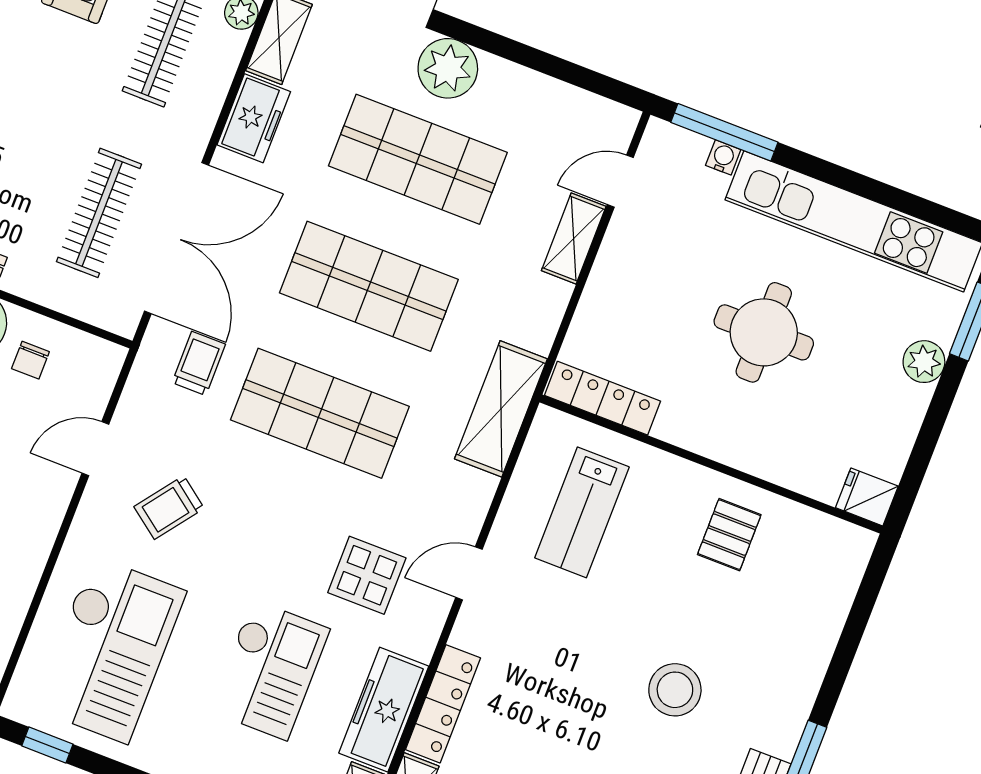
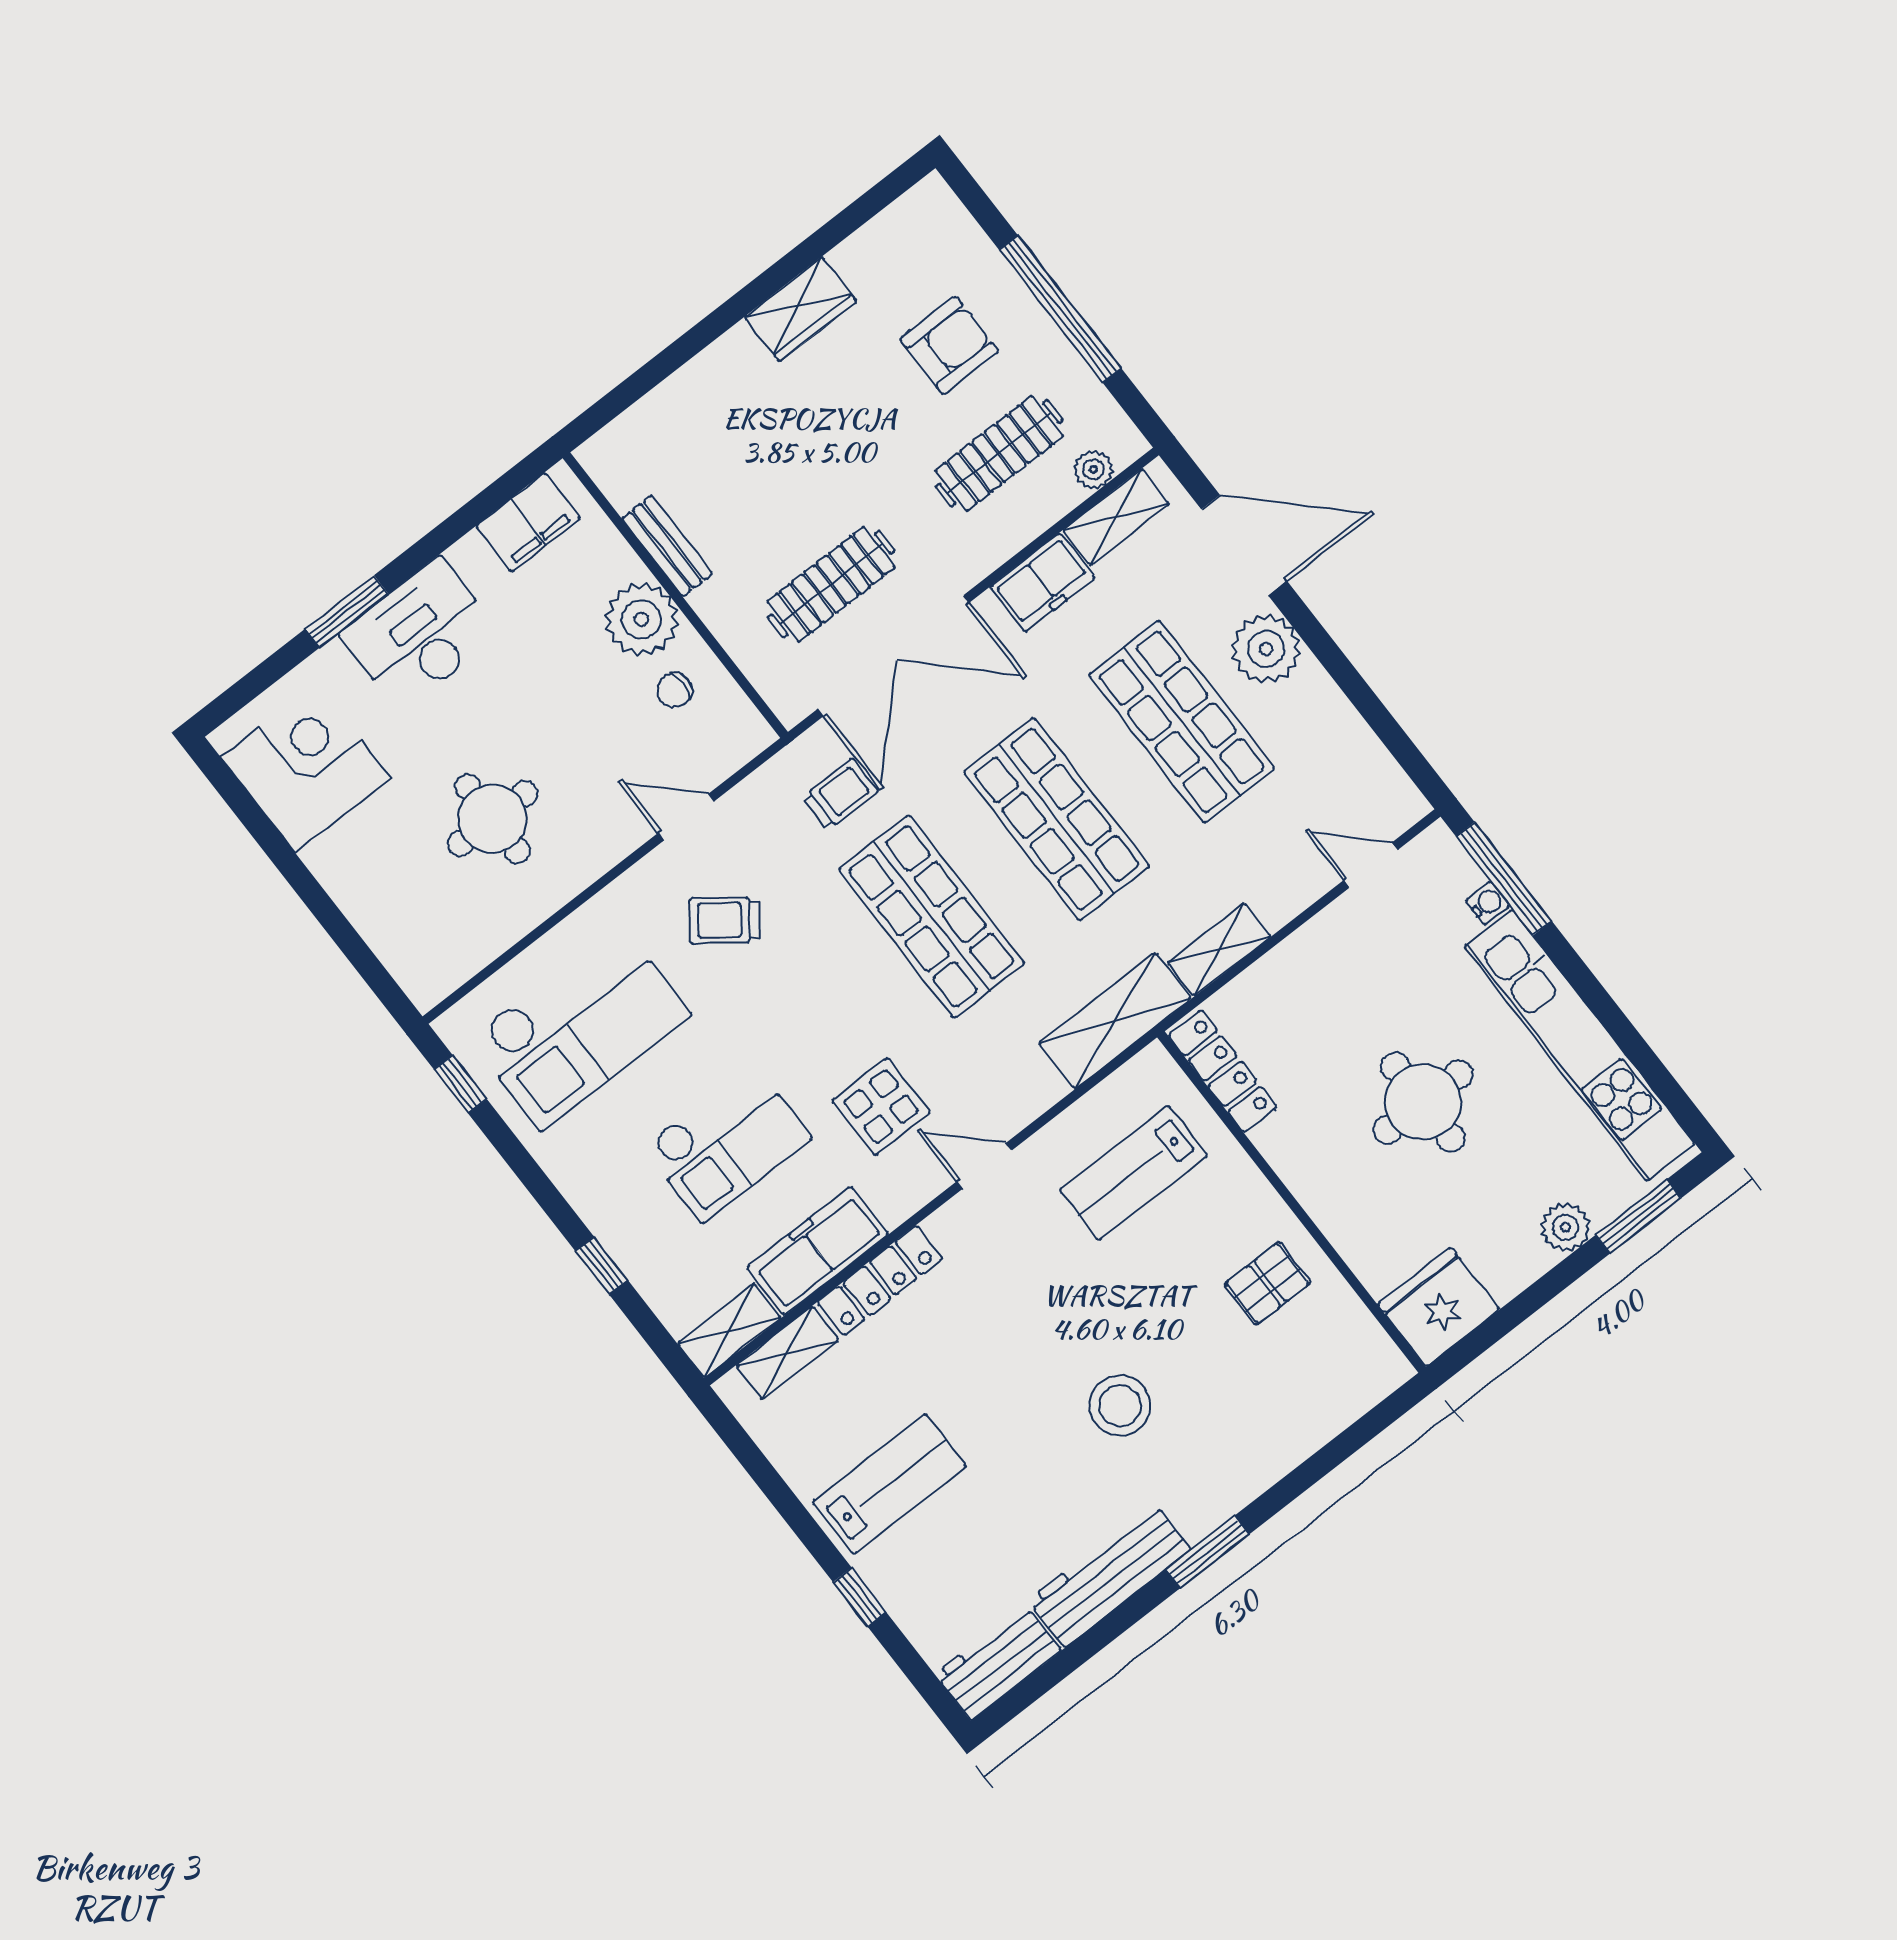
shelving: (574, 239) -> (1219, 949), moved
fridge: (867, 497) -> (1438, 1307), width x1.88, depth x1.34

